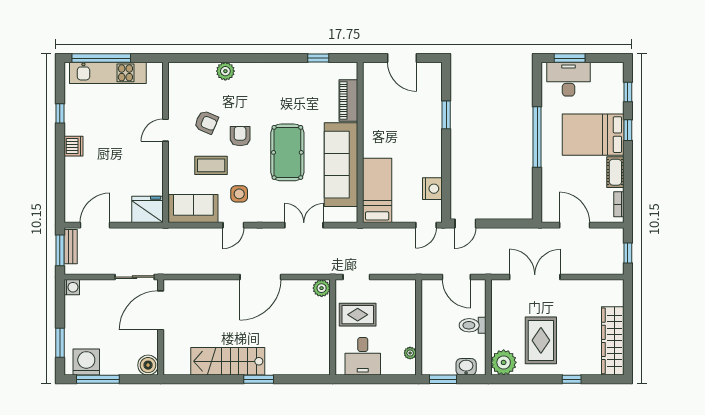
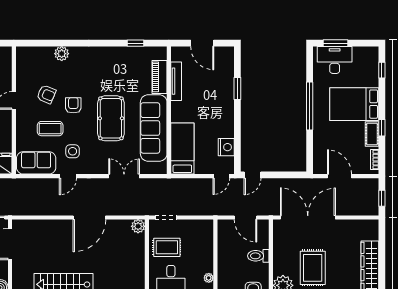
tv unit: (369, 106) -> (176, 81), added
window: (628, 130) -> (382, 128), moved
double door: (535, 277) -> (308, 217), width x1.36

